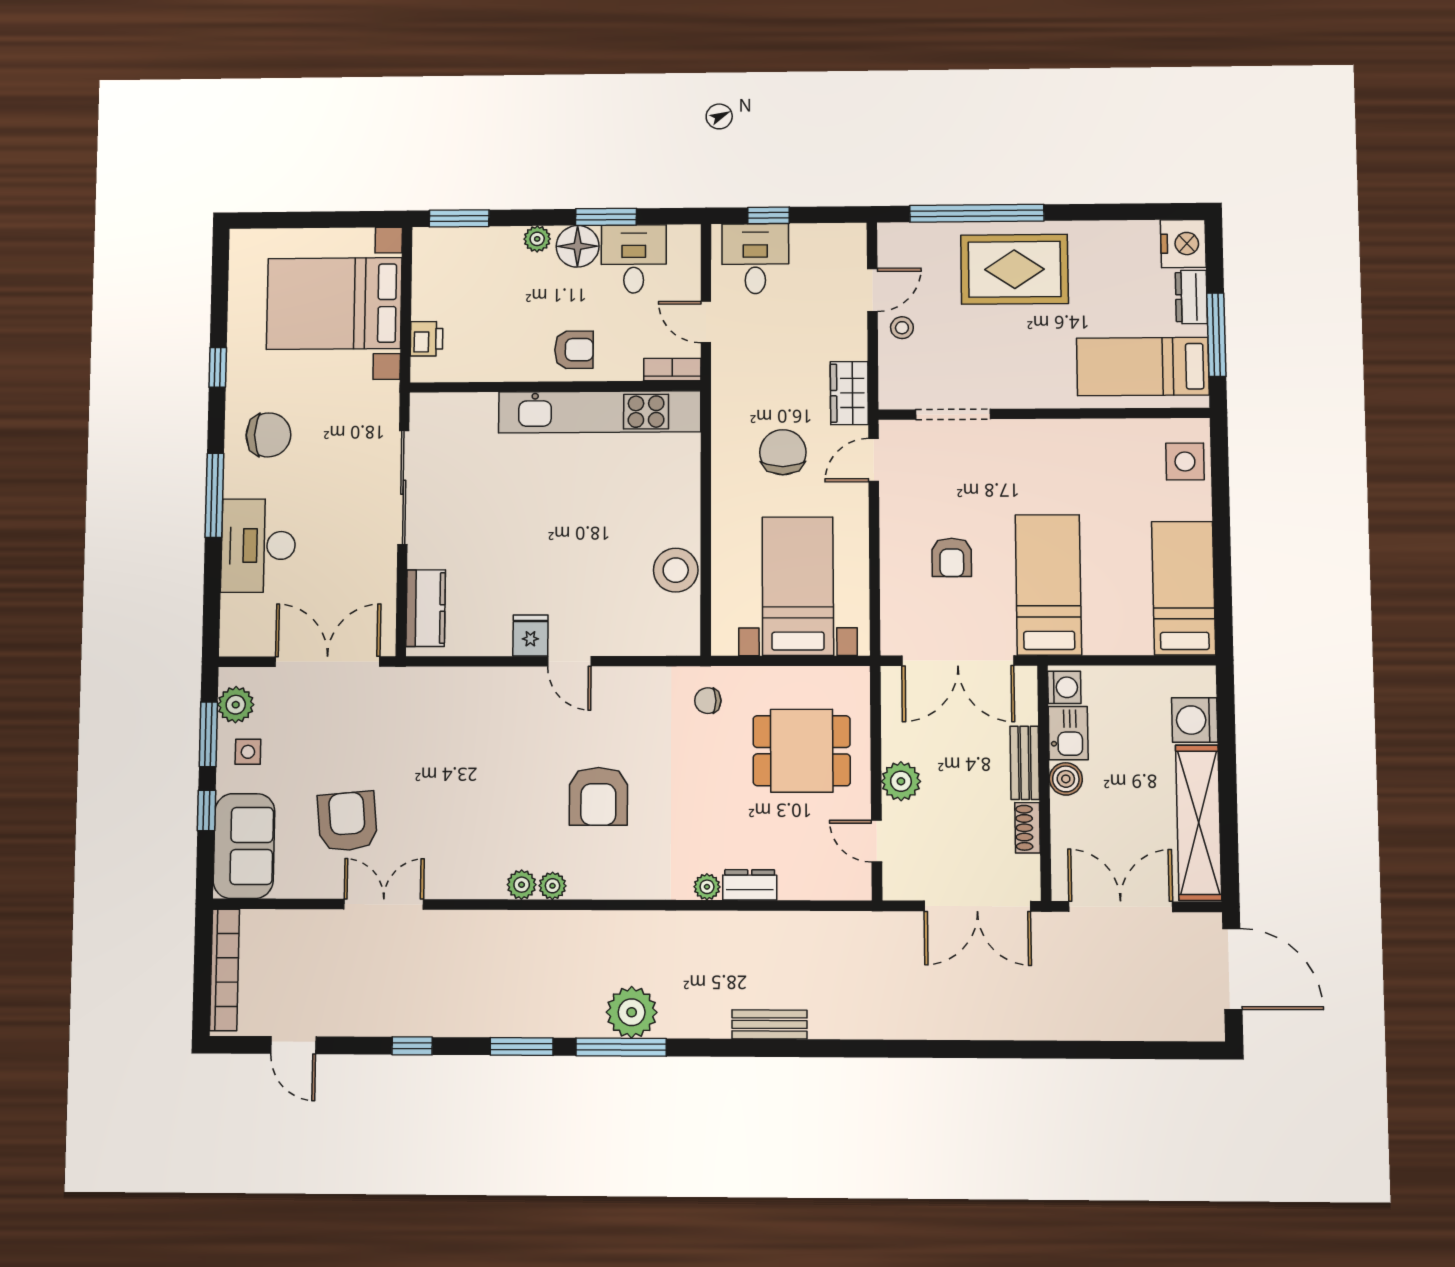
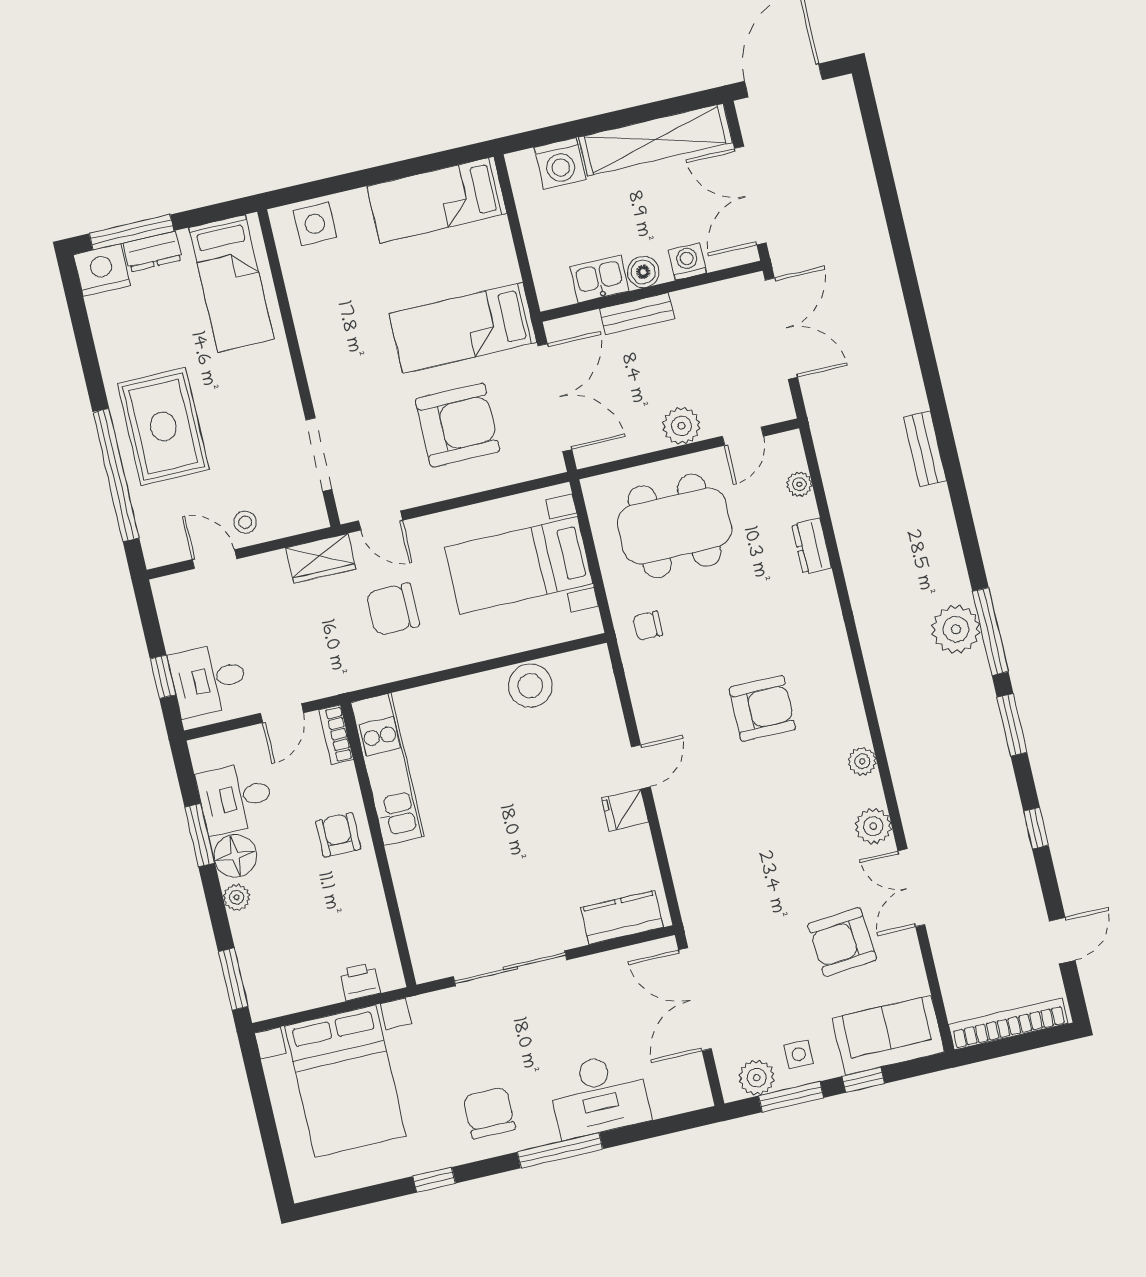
window: (1216, 335) -> (132, 232), moved
kitchen unit: (600, 412) -> (387, 769), width x0.73
armchair: (952, 557) -> (458, 425), width x1.88, depth x1.88
washing machine: (1064, 687) -> (687, 262), moved
chair: (708, 701) -> (648, 626), turned 90
dining table: (802, 751) -> (674, 526), width x1.38
shoe rack: (1027, 828) -> (697, 298), removed
plant: (552, 886) -> (873, 826), moved, width x1.38, depth x1.38
plant: (707, 887) -> (799, 484), moved
bench: (769, 1024) -> (925, 449), moved

